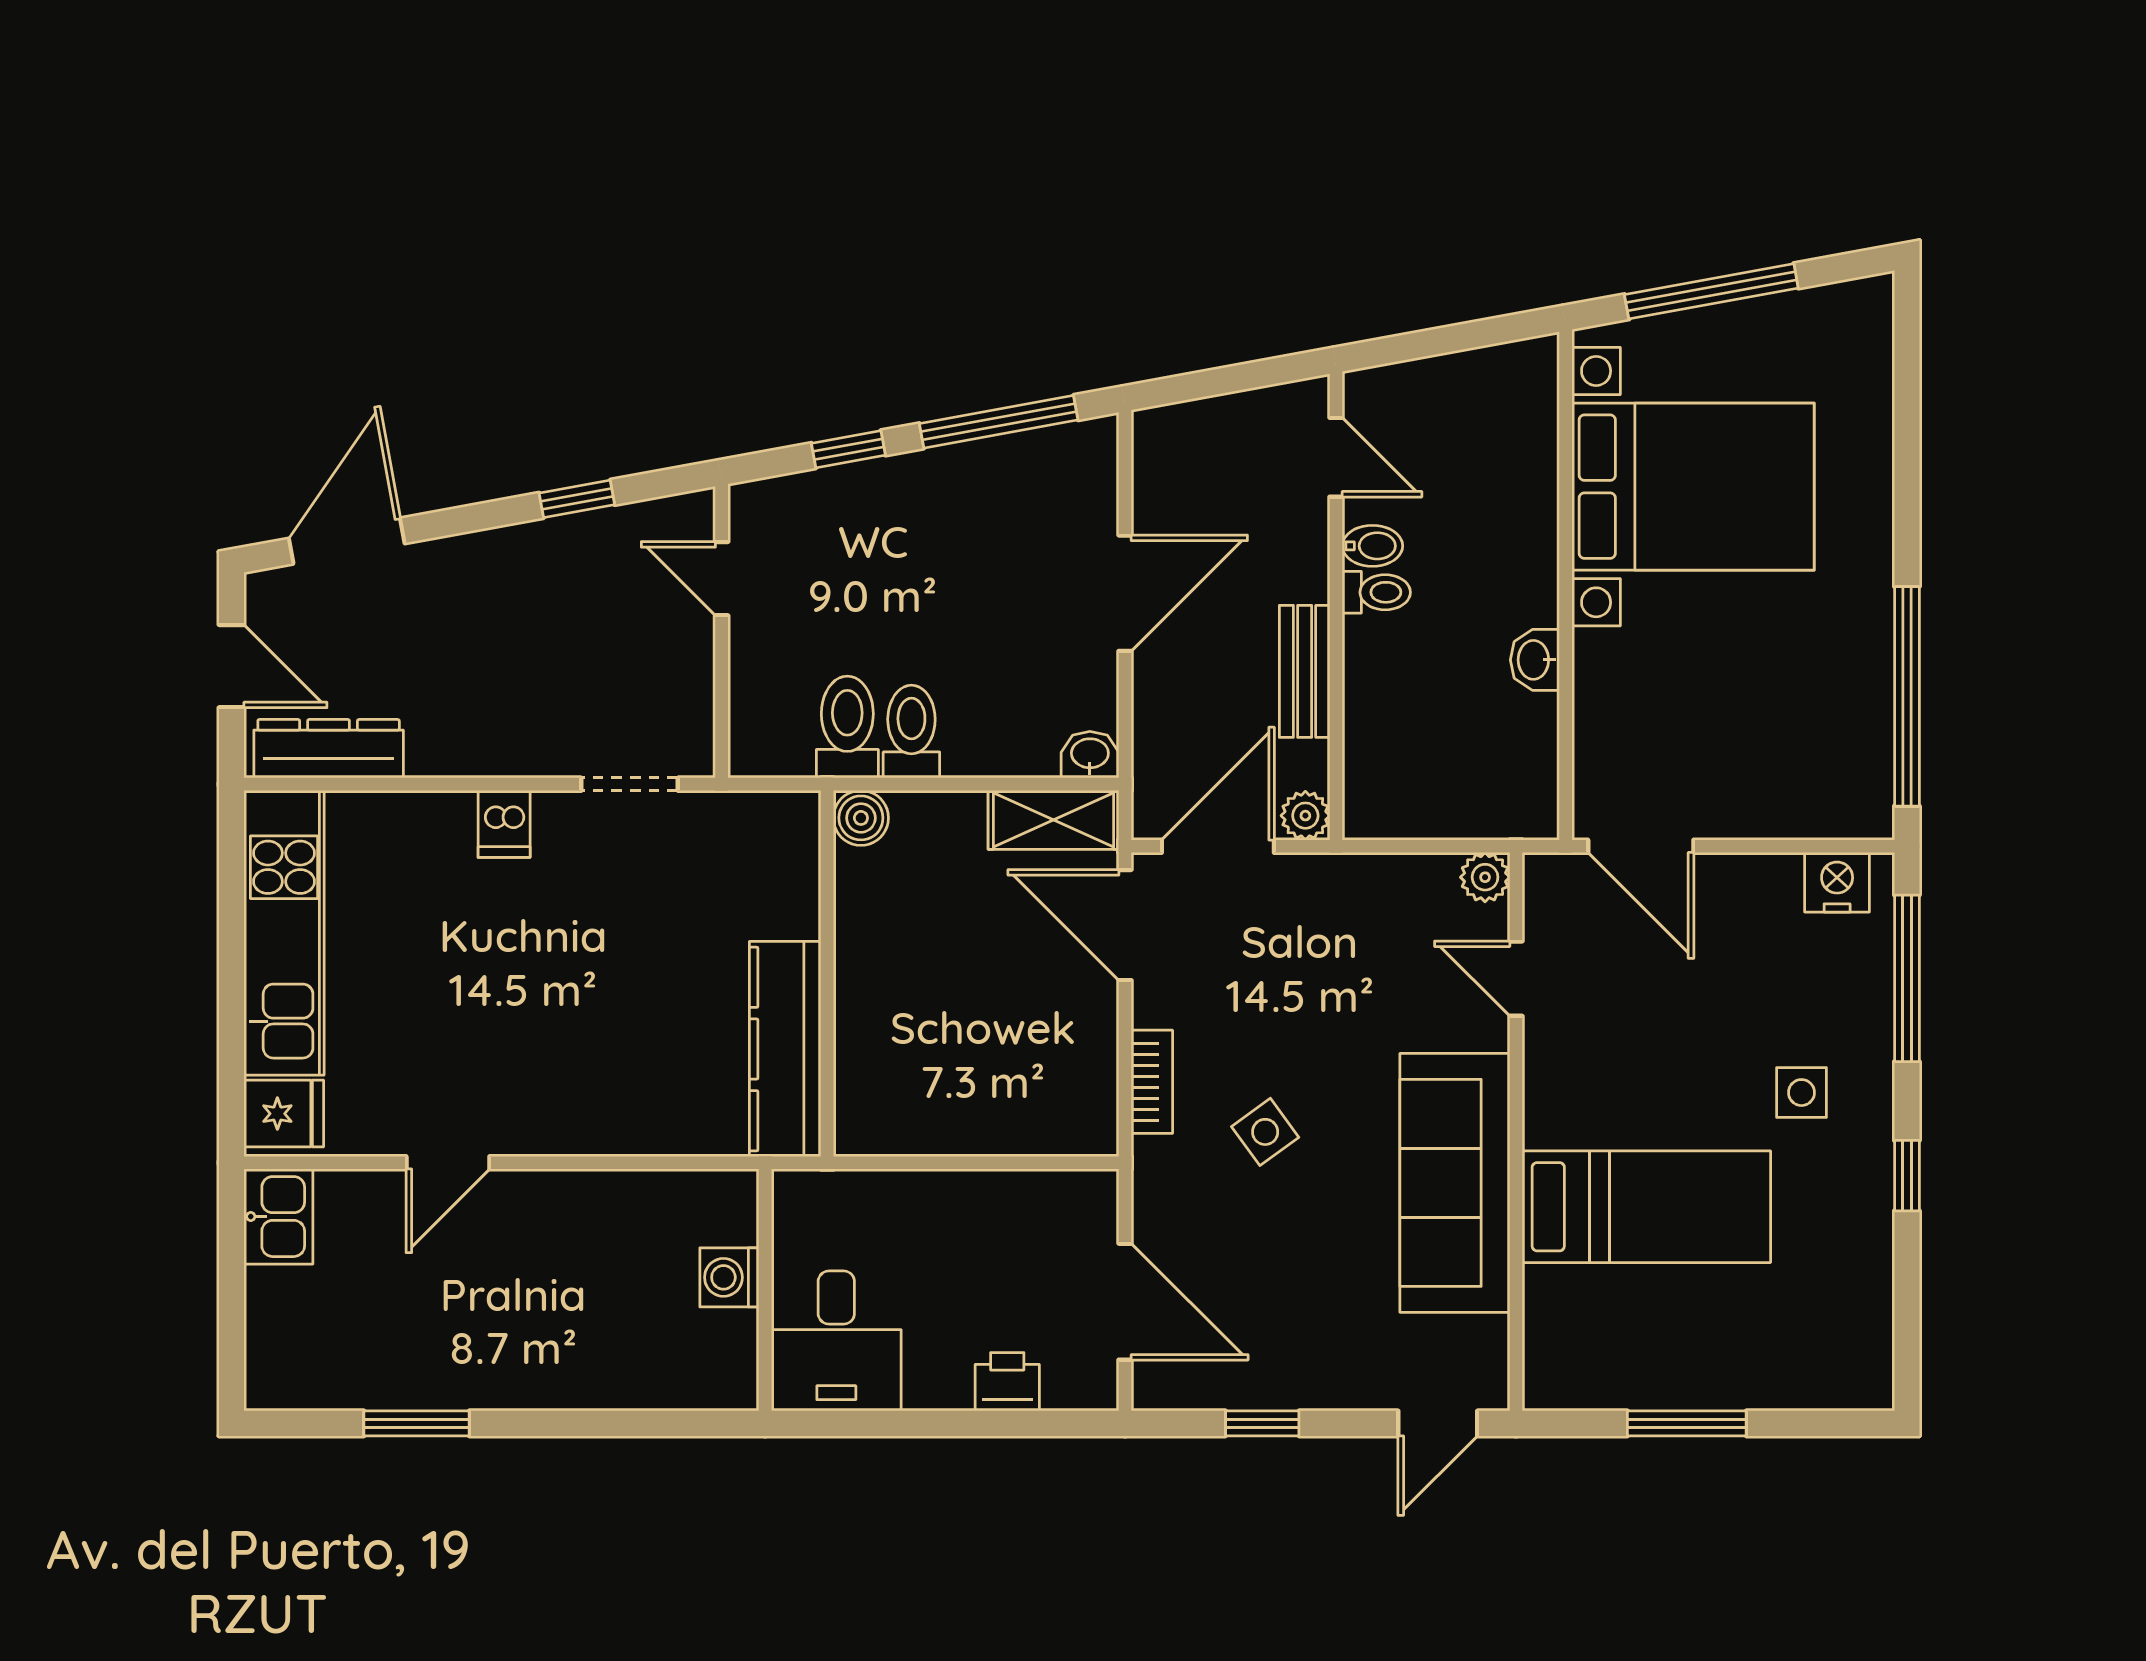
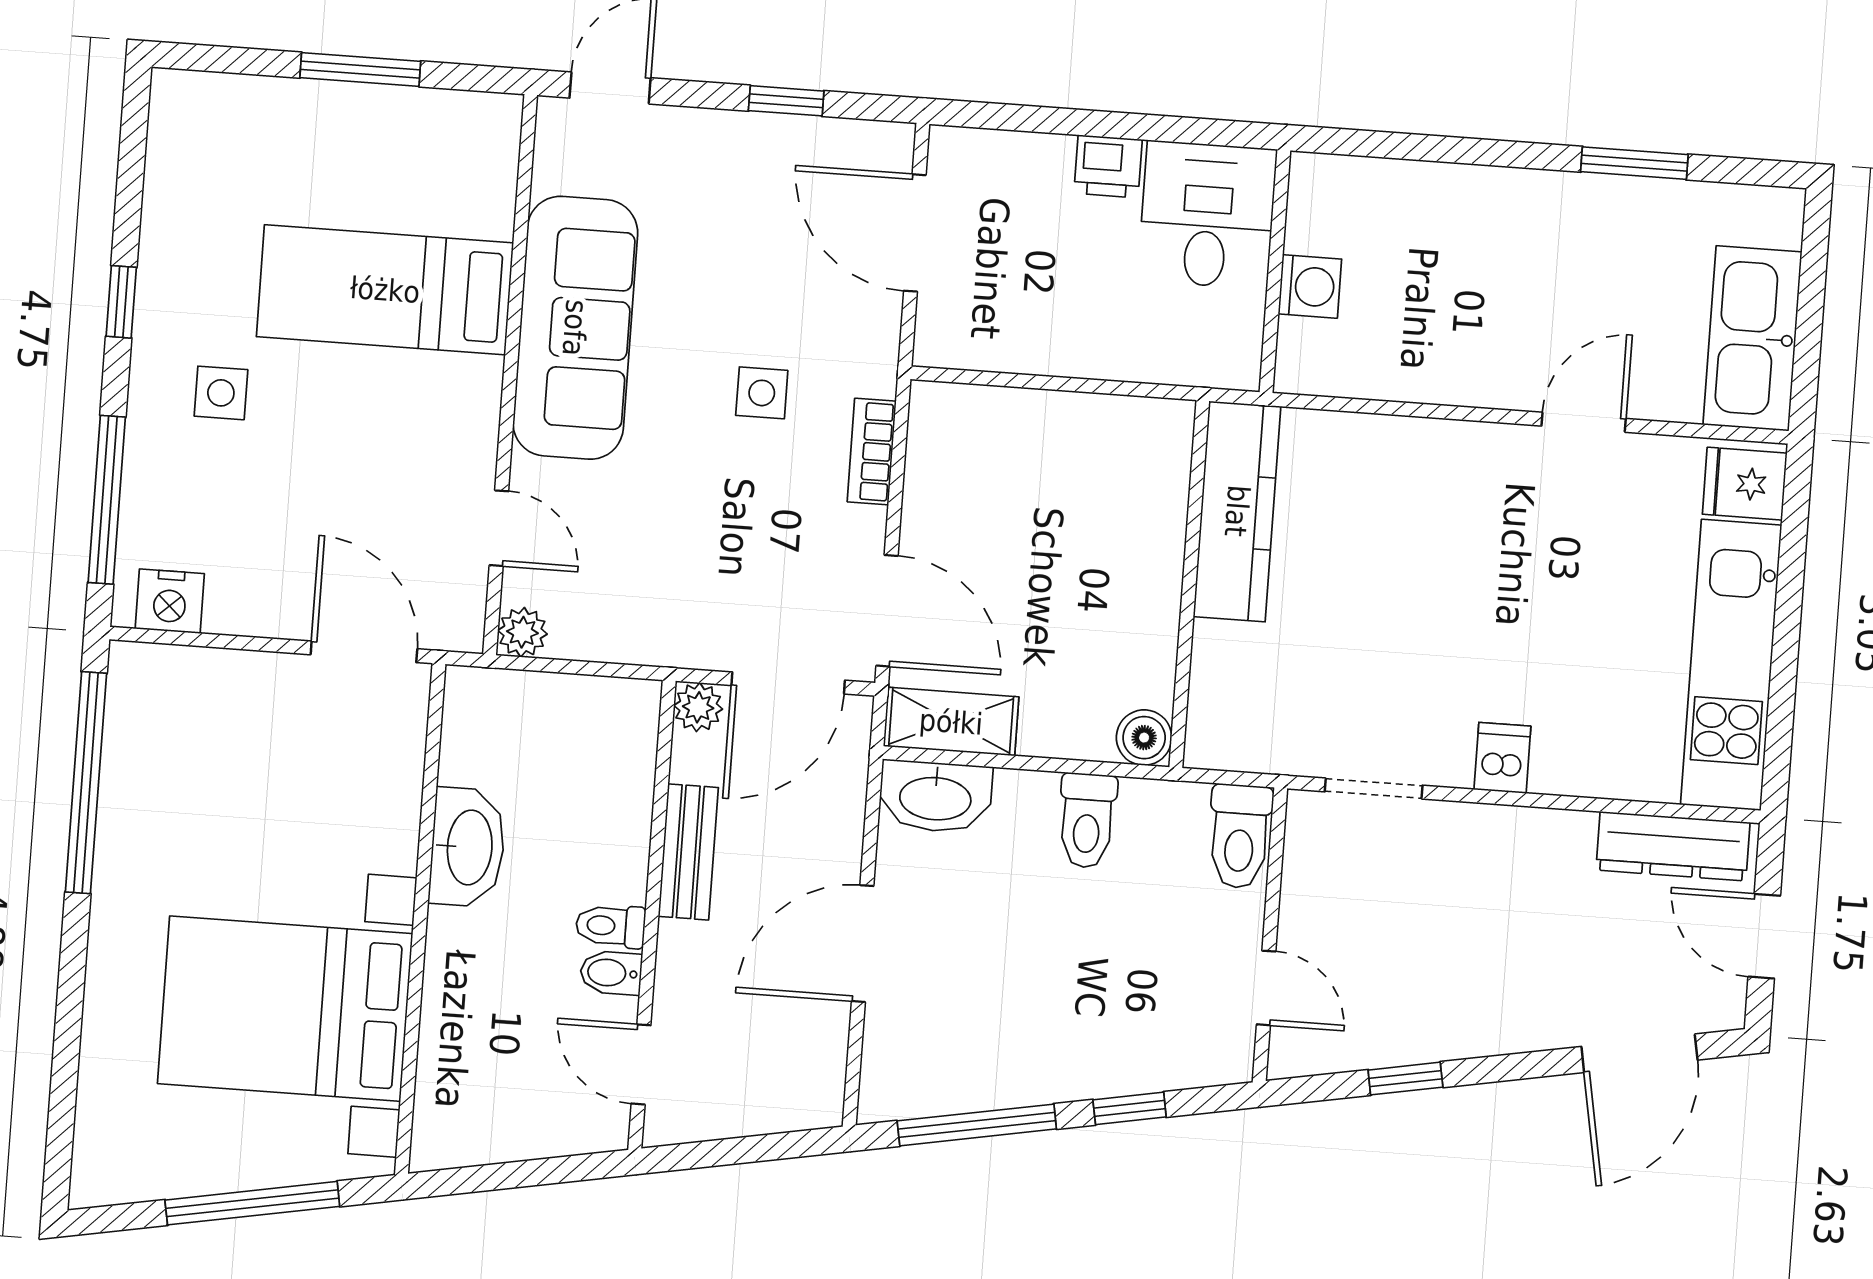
washbasin: (1535, 660) -> (468, 847), width x1.91, depth x1.45
toilet: (847, 727) -> (1240, 836), moved
washbasin: (1090, 755) -> (935, 797), width x1.91, depth x1.45
side table: (1265, 1132) -> (762, 393), turned 36
kitchen sink: (278, 1217) -> (1752, 338), width x1.88, depth x1.24
printer: (1007, 1382) -> (1108, 166), moved

